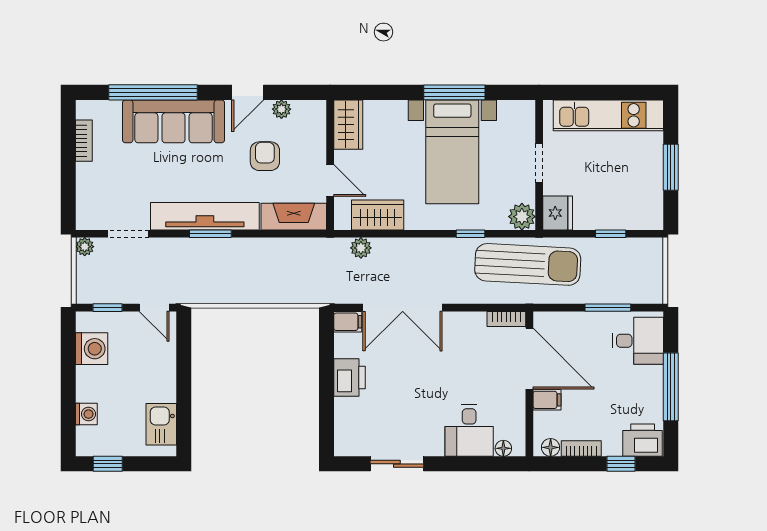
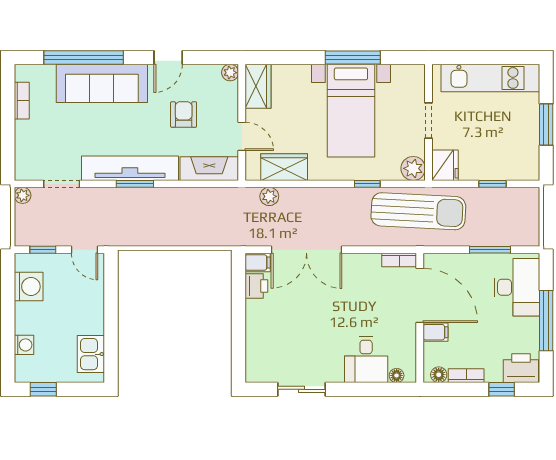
plant: (281, 109) -> (230, 73), moved
desk: (638, 341) -> (517, 287), width x1.37
printer: (349, 378) -> (256, 286), moved, width x0.73, depth x0.81

